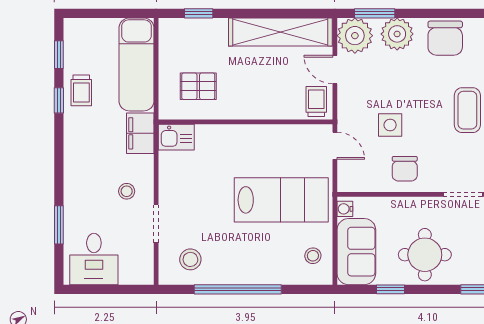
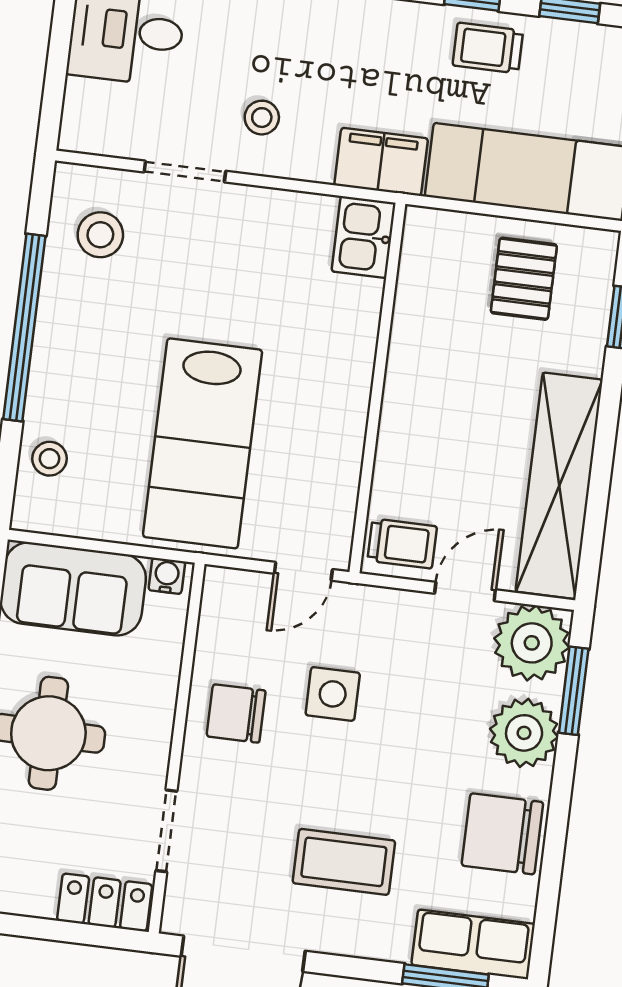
pallet: (198, 86) -> (524, 279), moved
stool: (313, 256) -> (49, 459), moved

